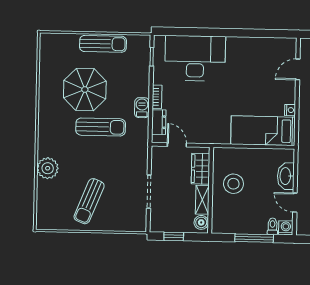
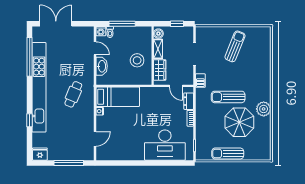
barbecue: (142, 108) -> (200, 81), moved
plant: (48, 168) -> (264, 109), moved

